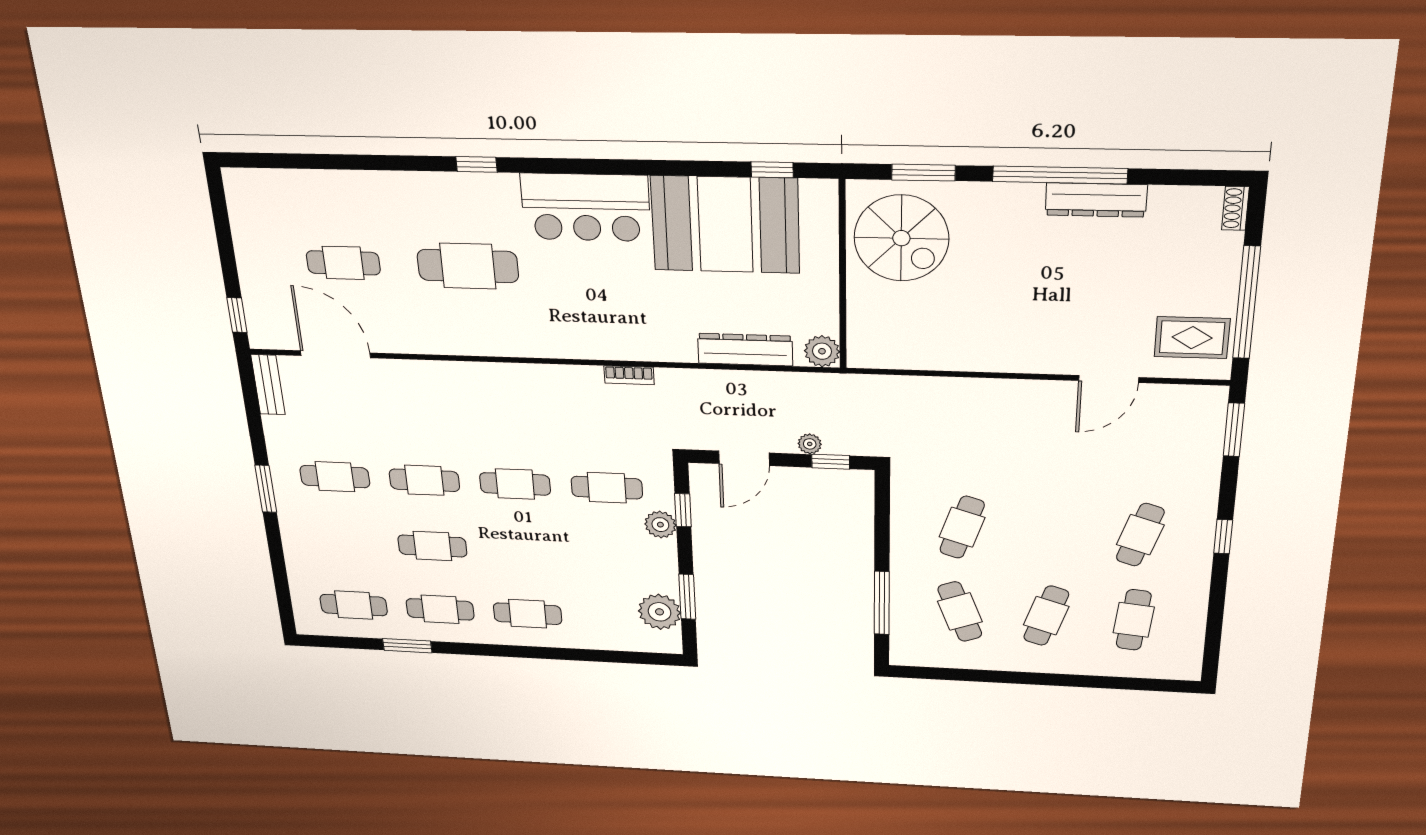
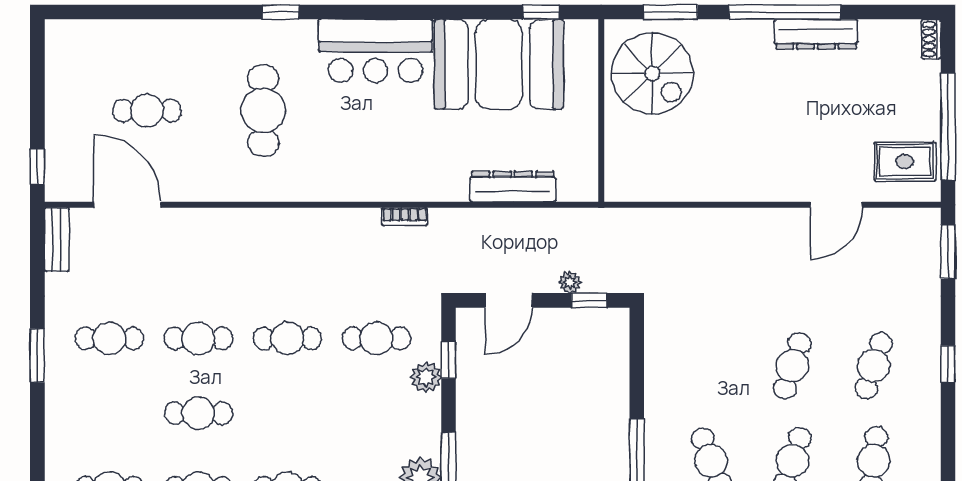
cafe table: (468, 266) -> (263, 111), turned 90
plant: (822, 351) -> (582, 186), removed
cafe table: (962, 527) -> (792, 366), moved

